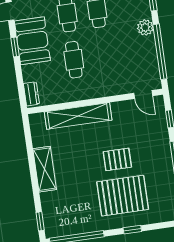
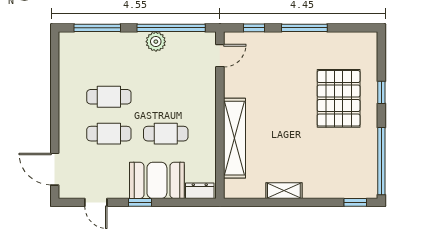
plant: (145, 27) -> (156, 42), moved
booth: (32, 41) -> (157, 180), moved
pallet: (117, 159) -> (294, 98), removed
shelving: (45, 169) -> (284, 191), width x0.67, depth x0.75

